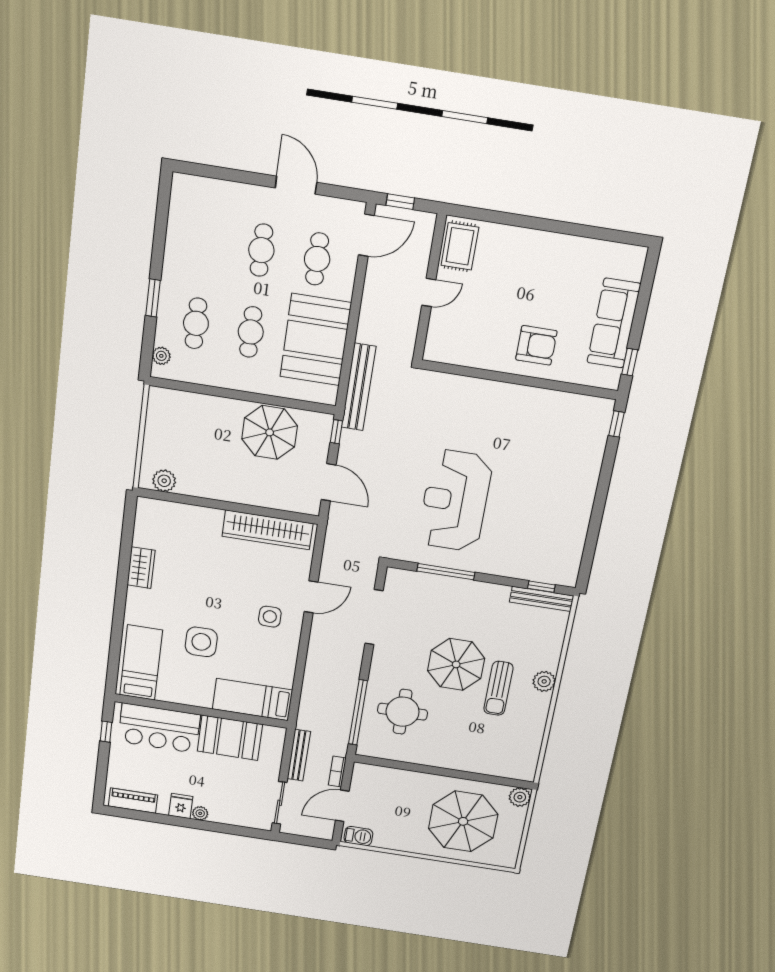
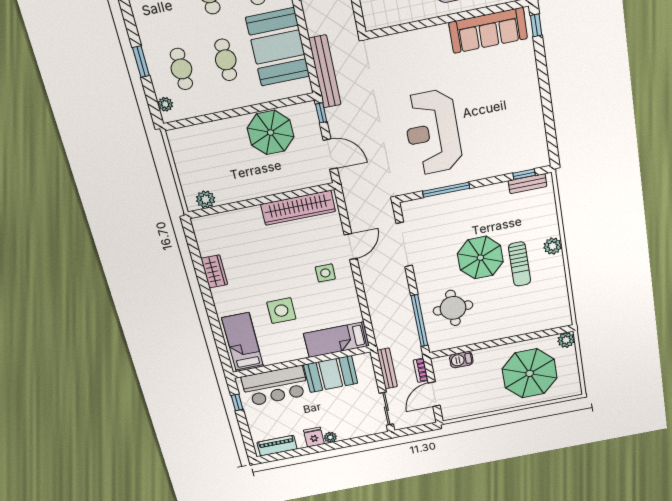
sofa: (561, 410) -> (488, 30), added
bench: (542, 599) -> (527, 184), width x0.73
barbecue: (358, 836) -> (461, 360), moved, turned 180

